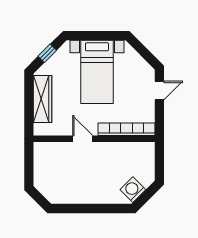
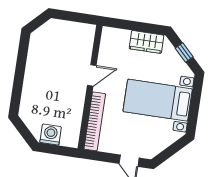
wardrobe: (43, 99) -> (146, 42), width x0.67
washing machine: (133, 190) -> (51, 135), moved, turned -45

